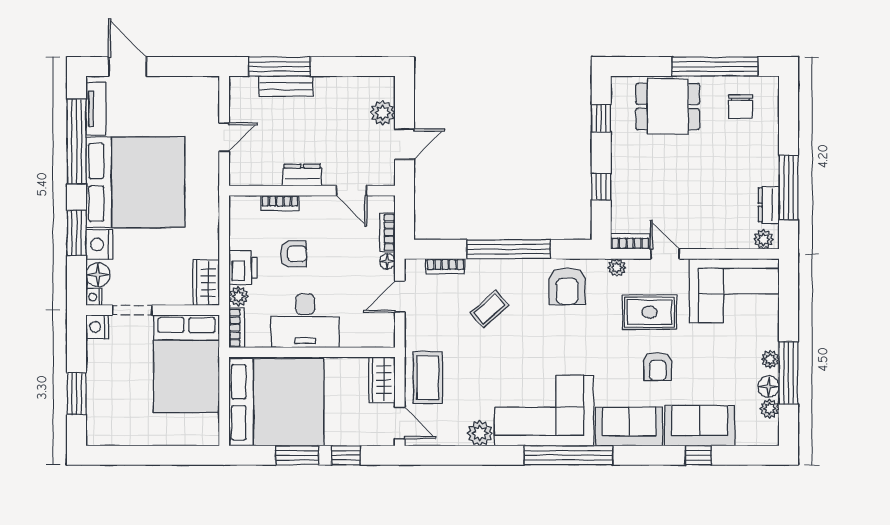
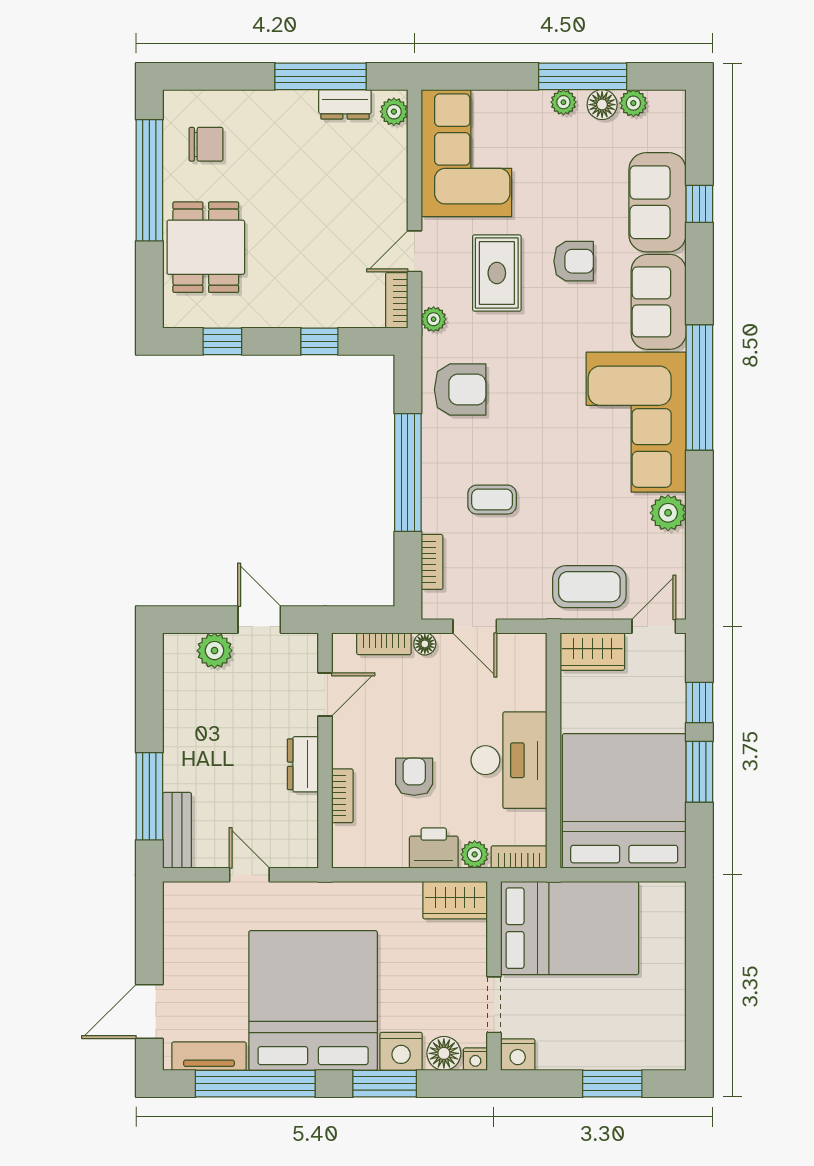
bench: (286, 86) -> (177, 830), moved
coffee table: (489, 309) -> (492, 500), turned -48

